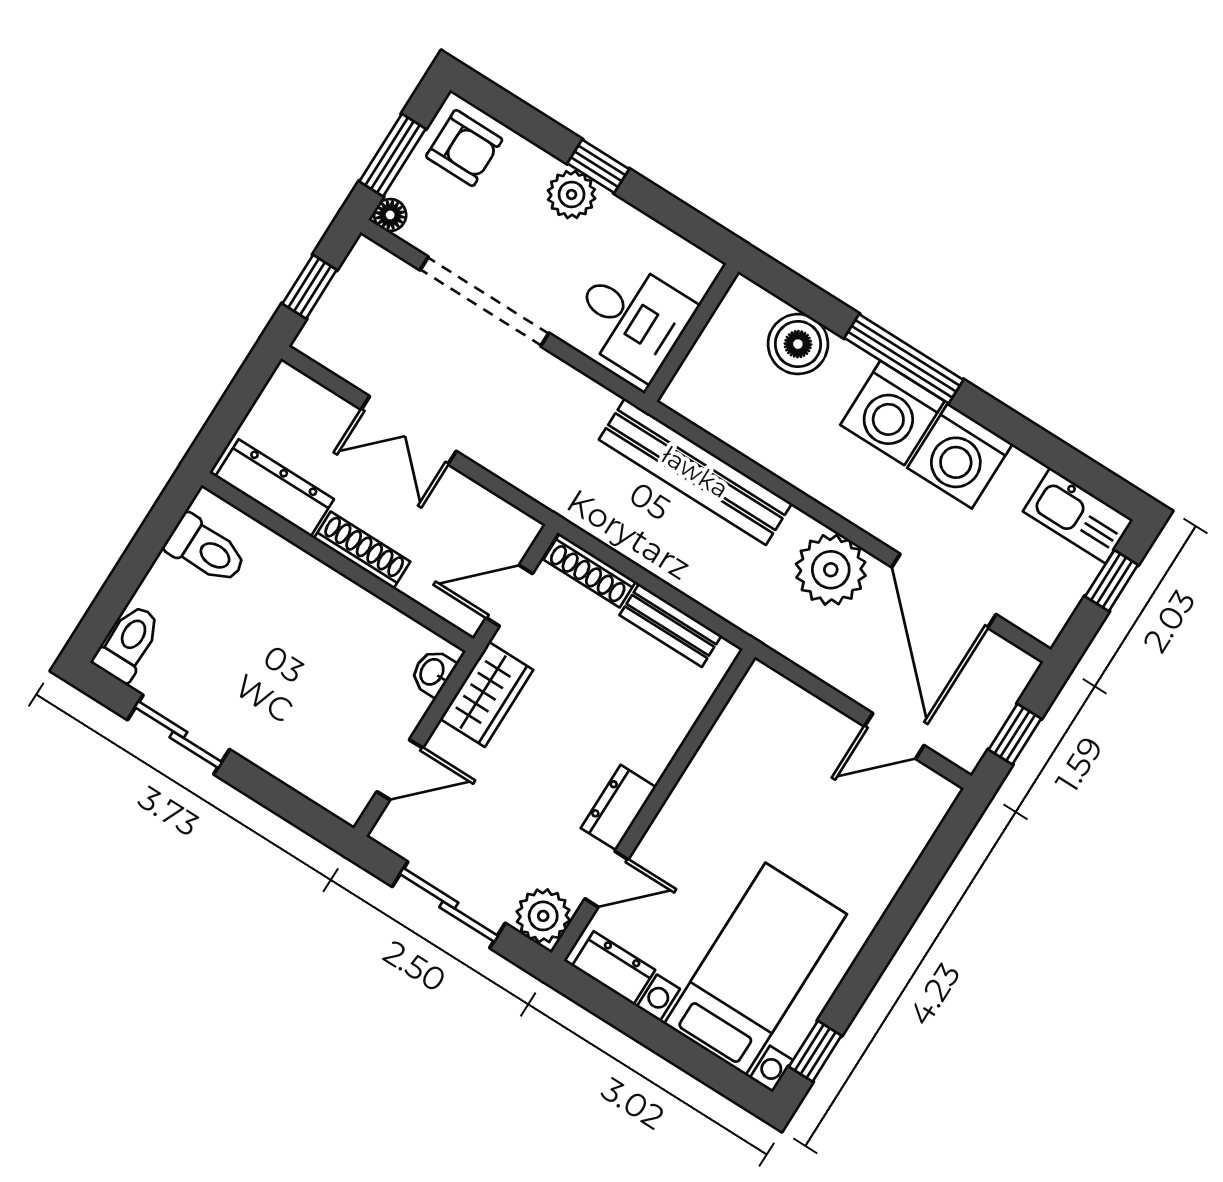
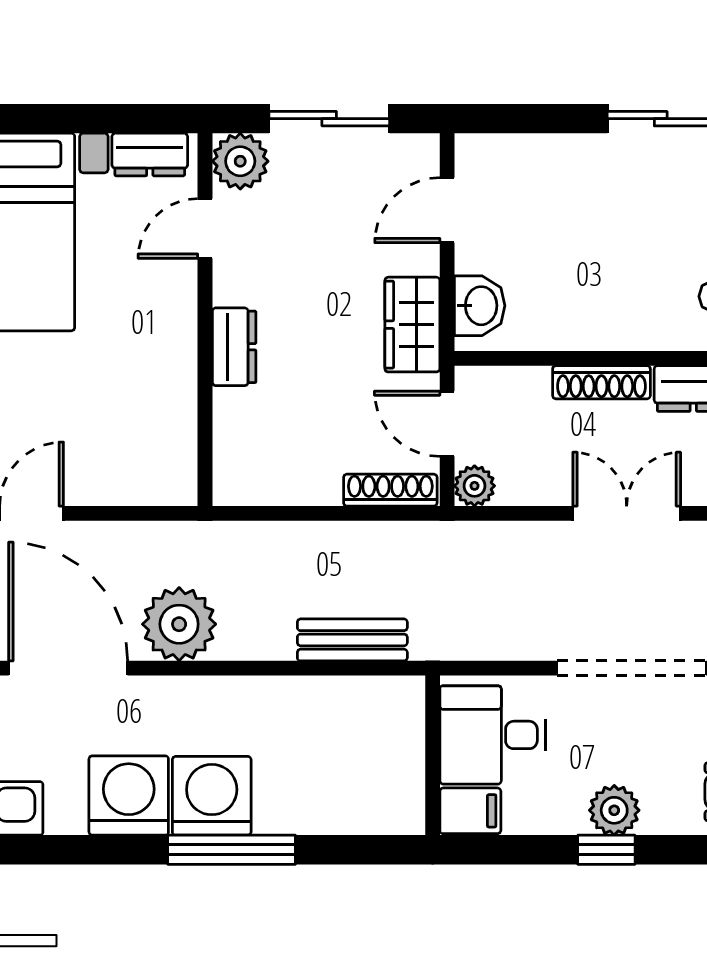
filing cabinet: (689, 268) -> (470, 811), added
boiler: (798, 344) -> (333, 804), removed
bench: (695, 472) -> (352, 640), width x0.54, depth x0.82
plant: (519, 531) -> (474, 486), added
door: (509, 596) -> (447, 424), swing flipped
bench: (670, 625) -> (289, 487), removed
washbasin: (433, 672) -> (480, 306), width x1.38, depth x1.45
dresser: (618, 808) -> (234, 347), moved

